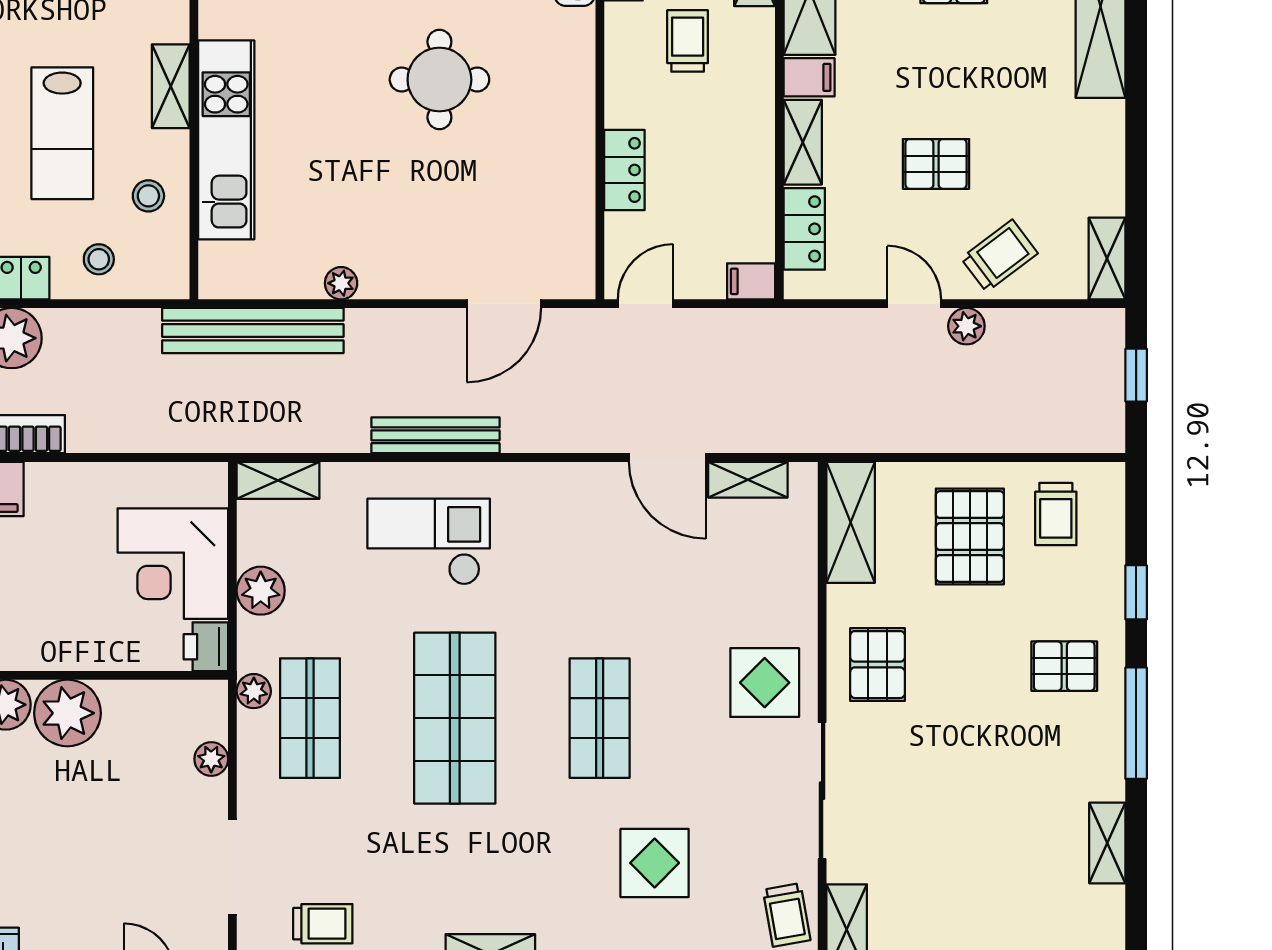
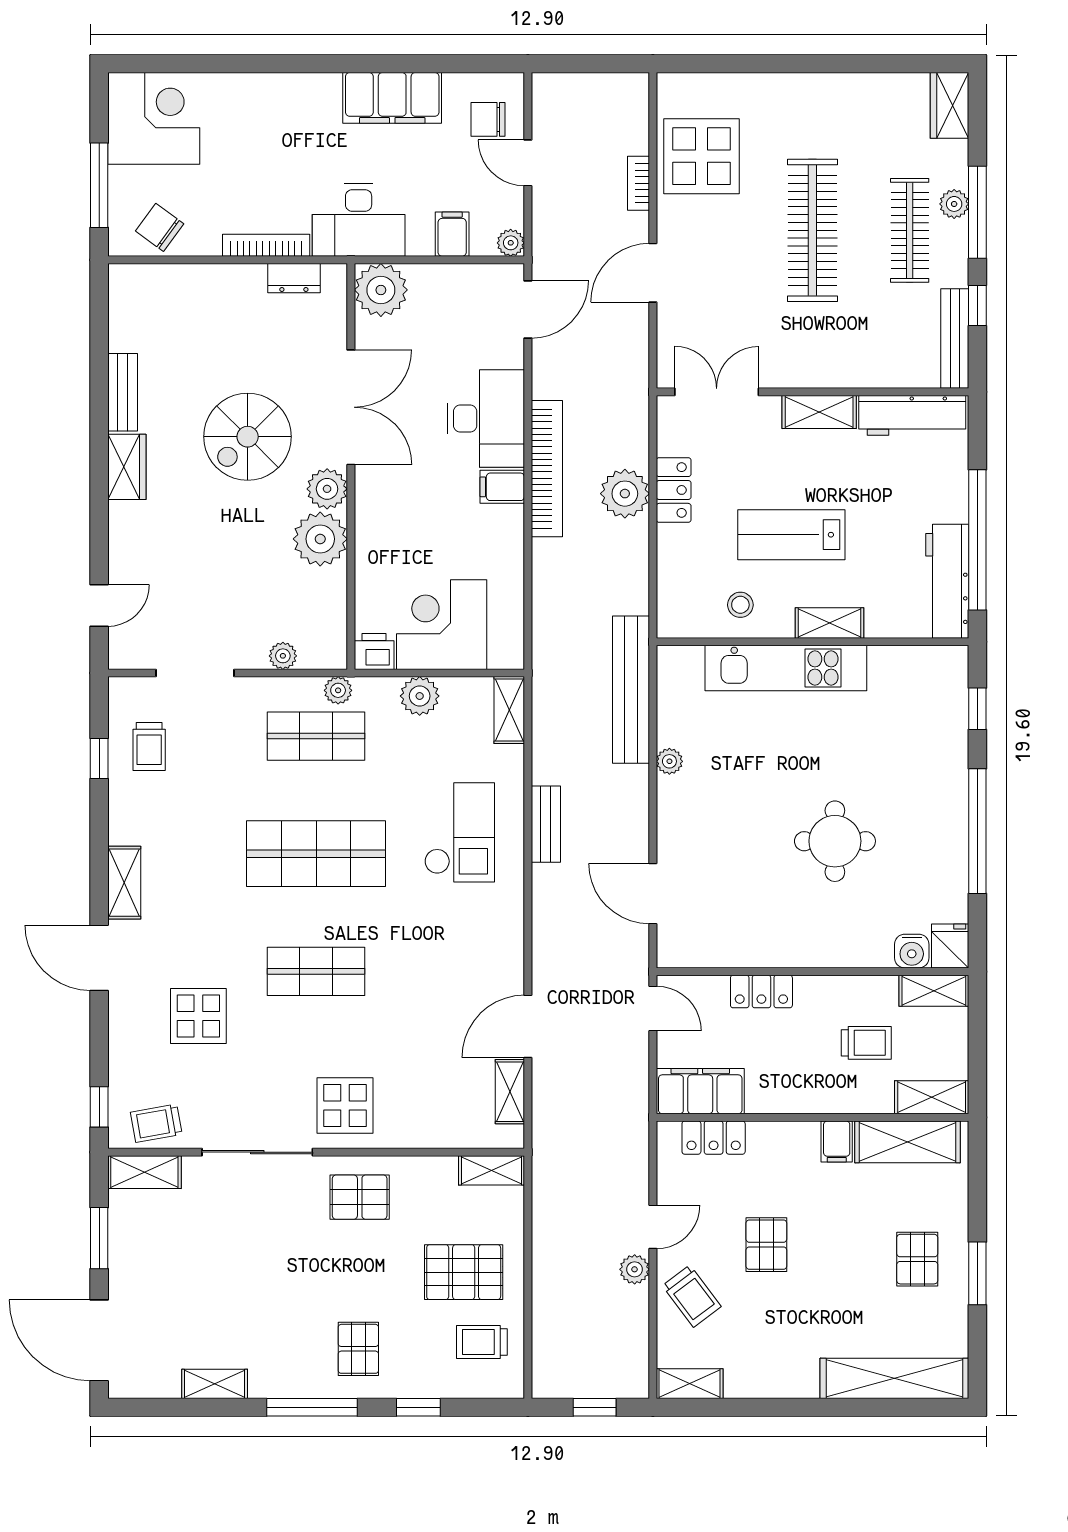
shelving: (803, 142) -> (784, 1136), removed
stool: (99, 259) -> (689, 564), removed
filing cabinet: (751, 281) -> (700, 1091), width x3.00, depth x1.17
bench: (436, 435) -> (546, 824), width x0.73
shelving: (851, 522) -> (492, 1170), width x0.67, depth x0.75

